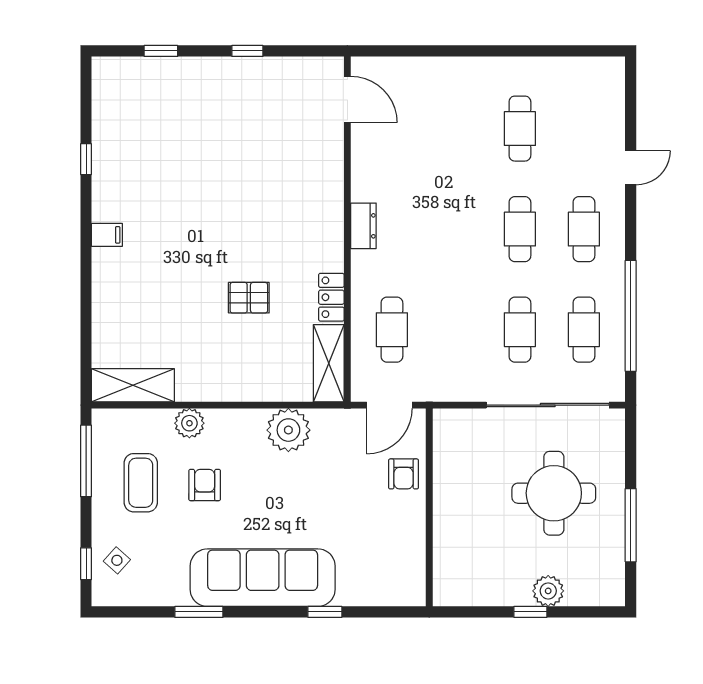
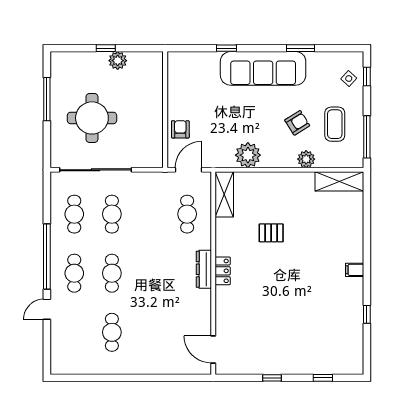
dresser: (363, 226) -> (204, 269), width x1.44
locker: (331, 297) -> (223, 271), moved
window: (631, 316) -> (47, 256), moved
armchair: (205, 485) -> (297, 123), turned -122
plant: (548, 591) -> (118, 61), moved

